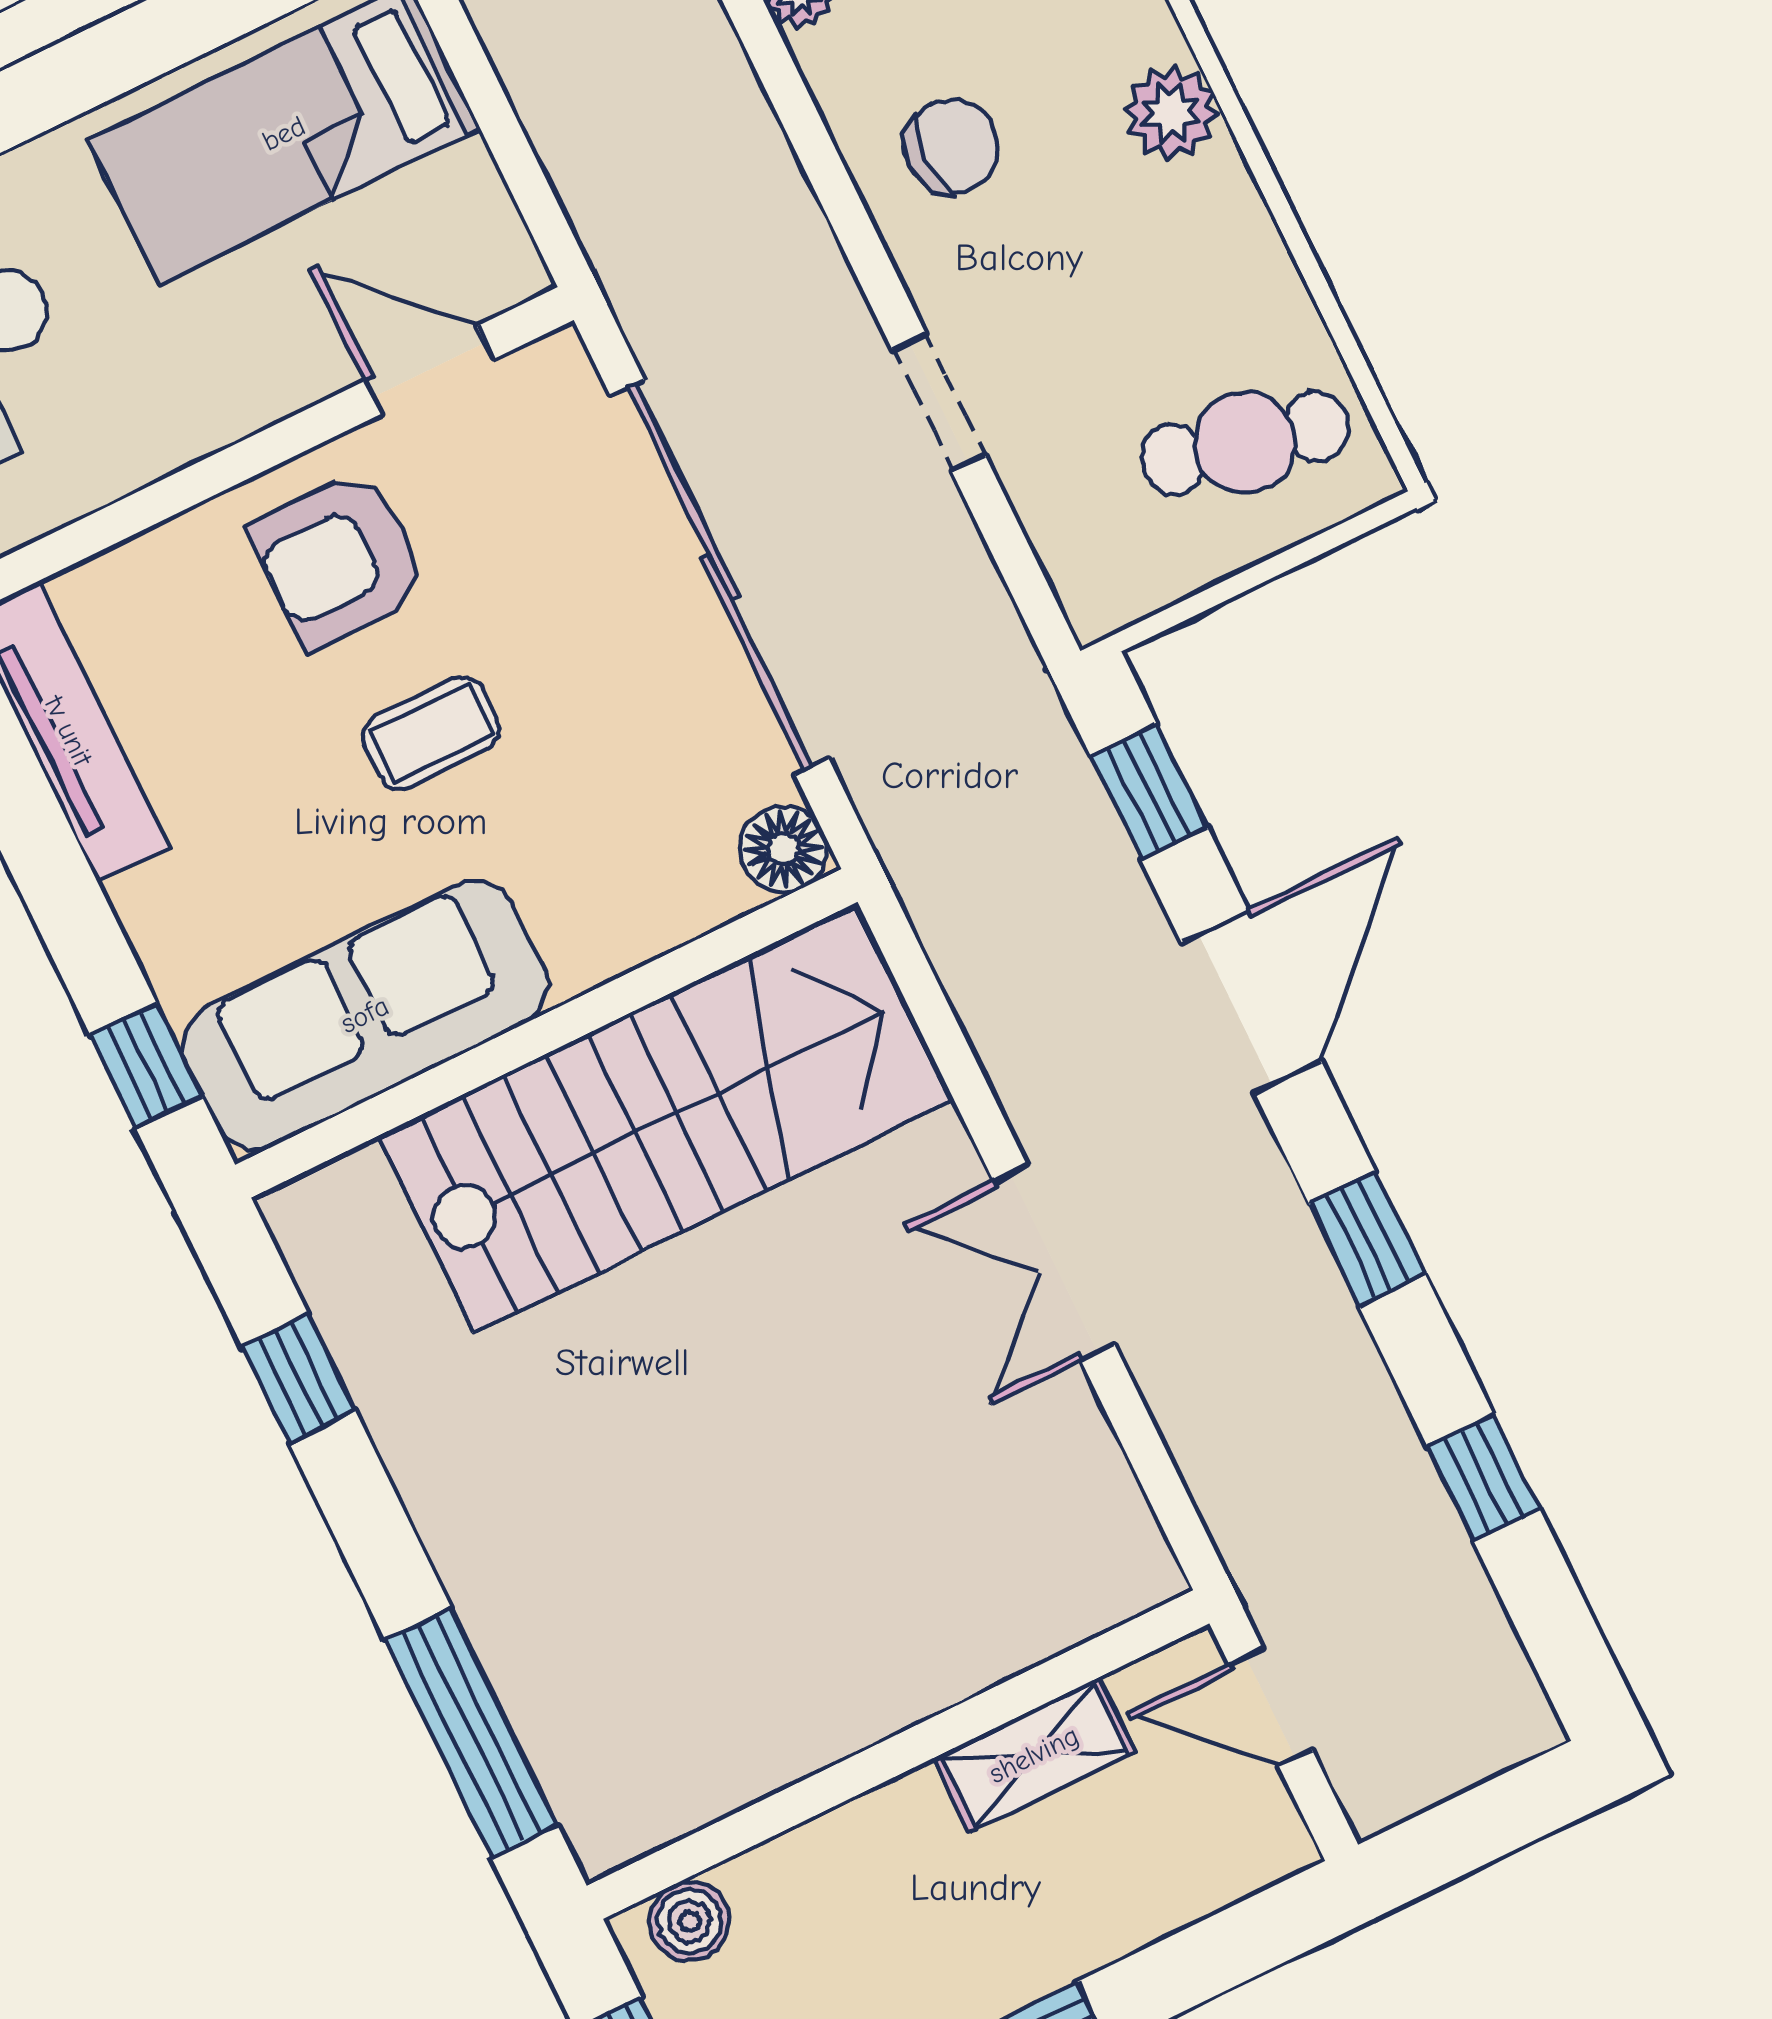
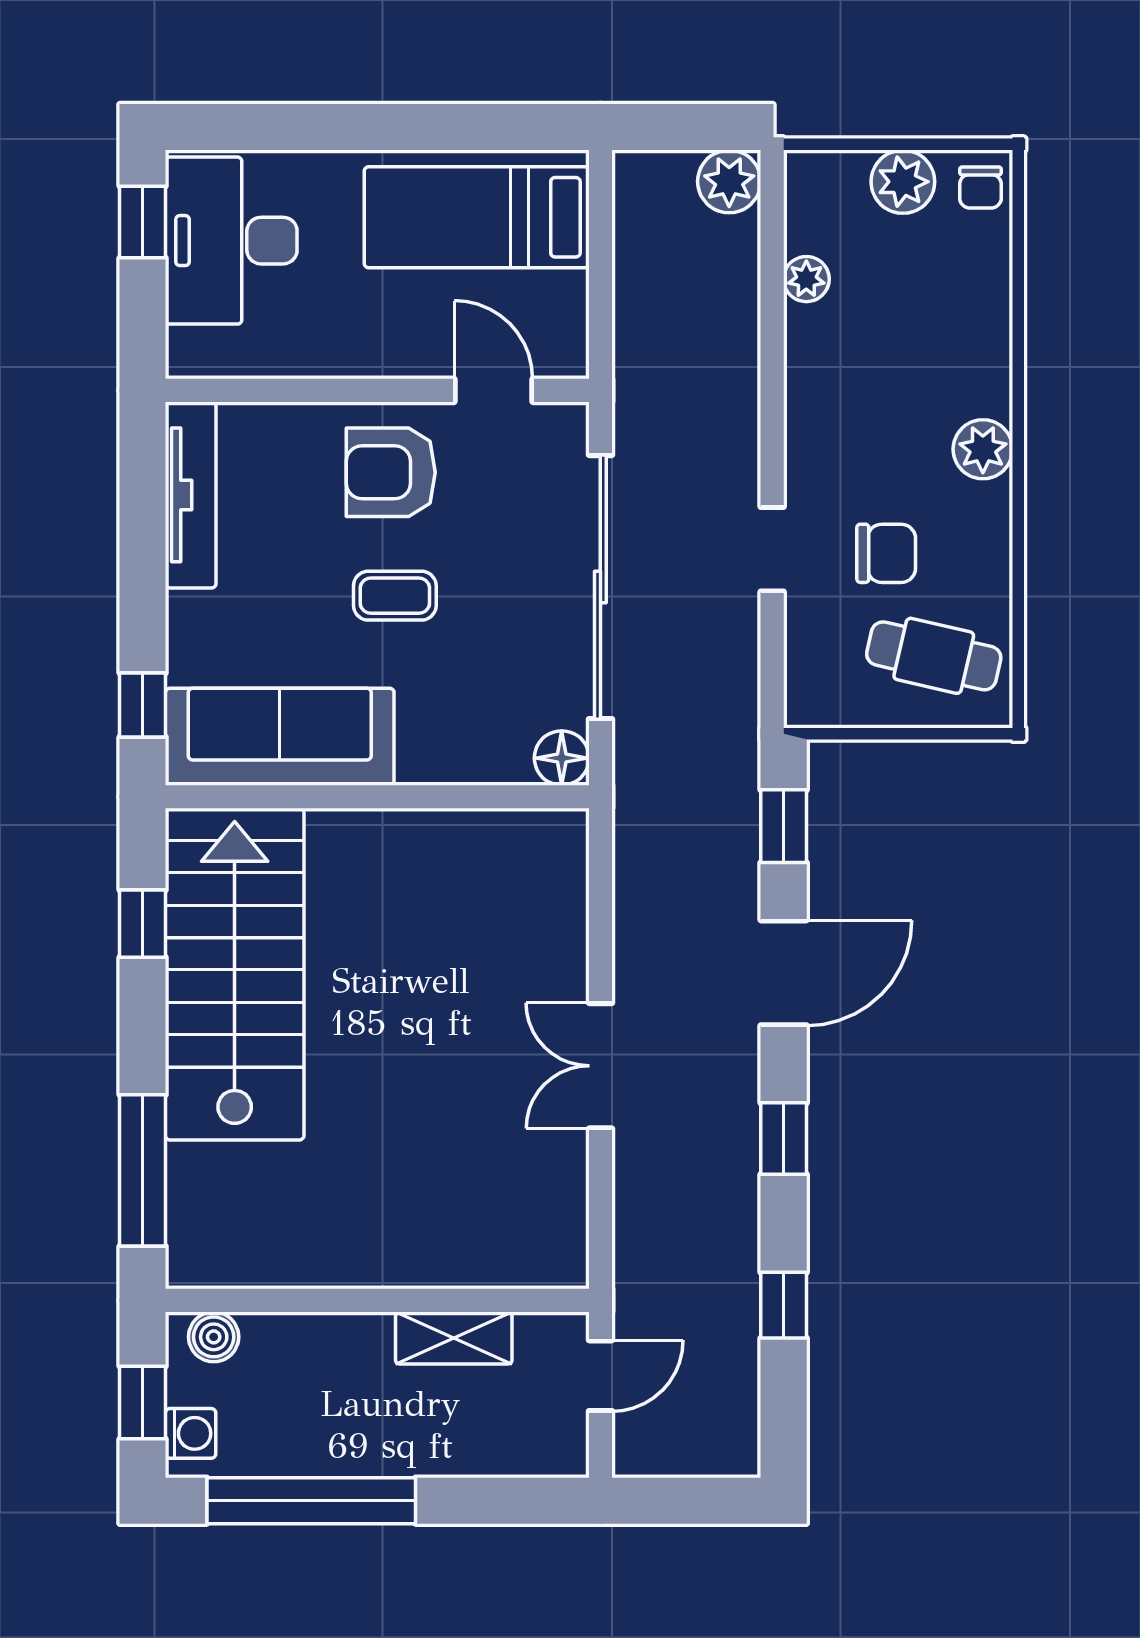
chair: (951, 147) -> (886, 553), moved
stairs: (664, 1119) -> (235, 974), moved, turned -90
door: (1270, 1707) -> (600, 1376), swing flipped

